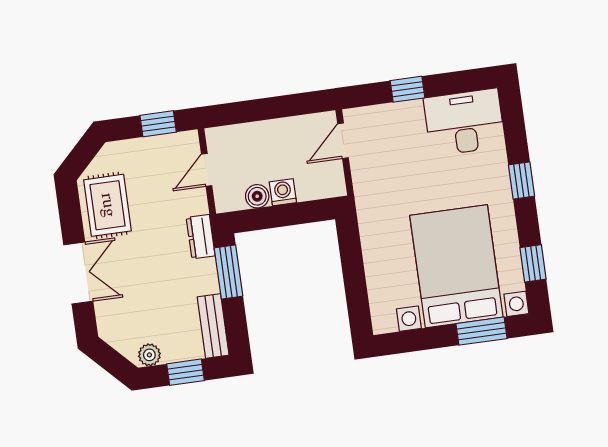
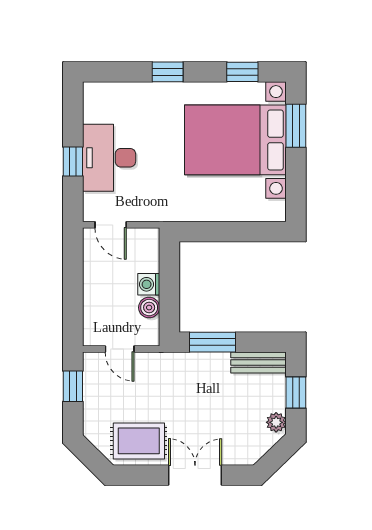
desk: (464, 122) -> (109, 158), moved
dresser: (201, 237) -> (178, 362), removed

